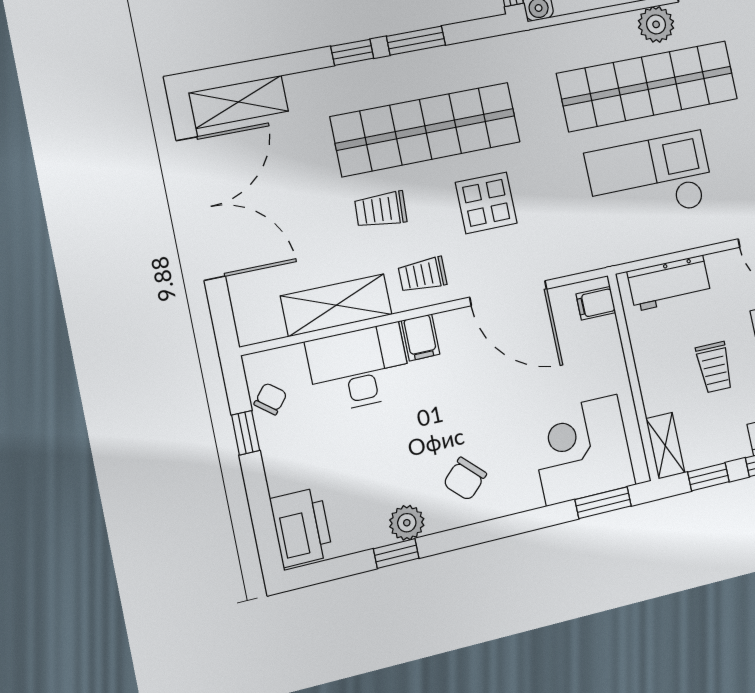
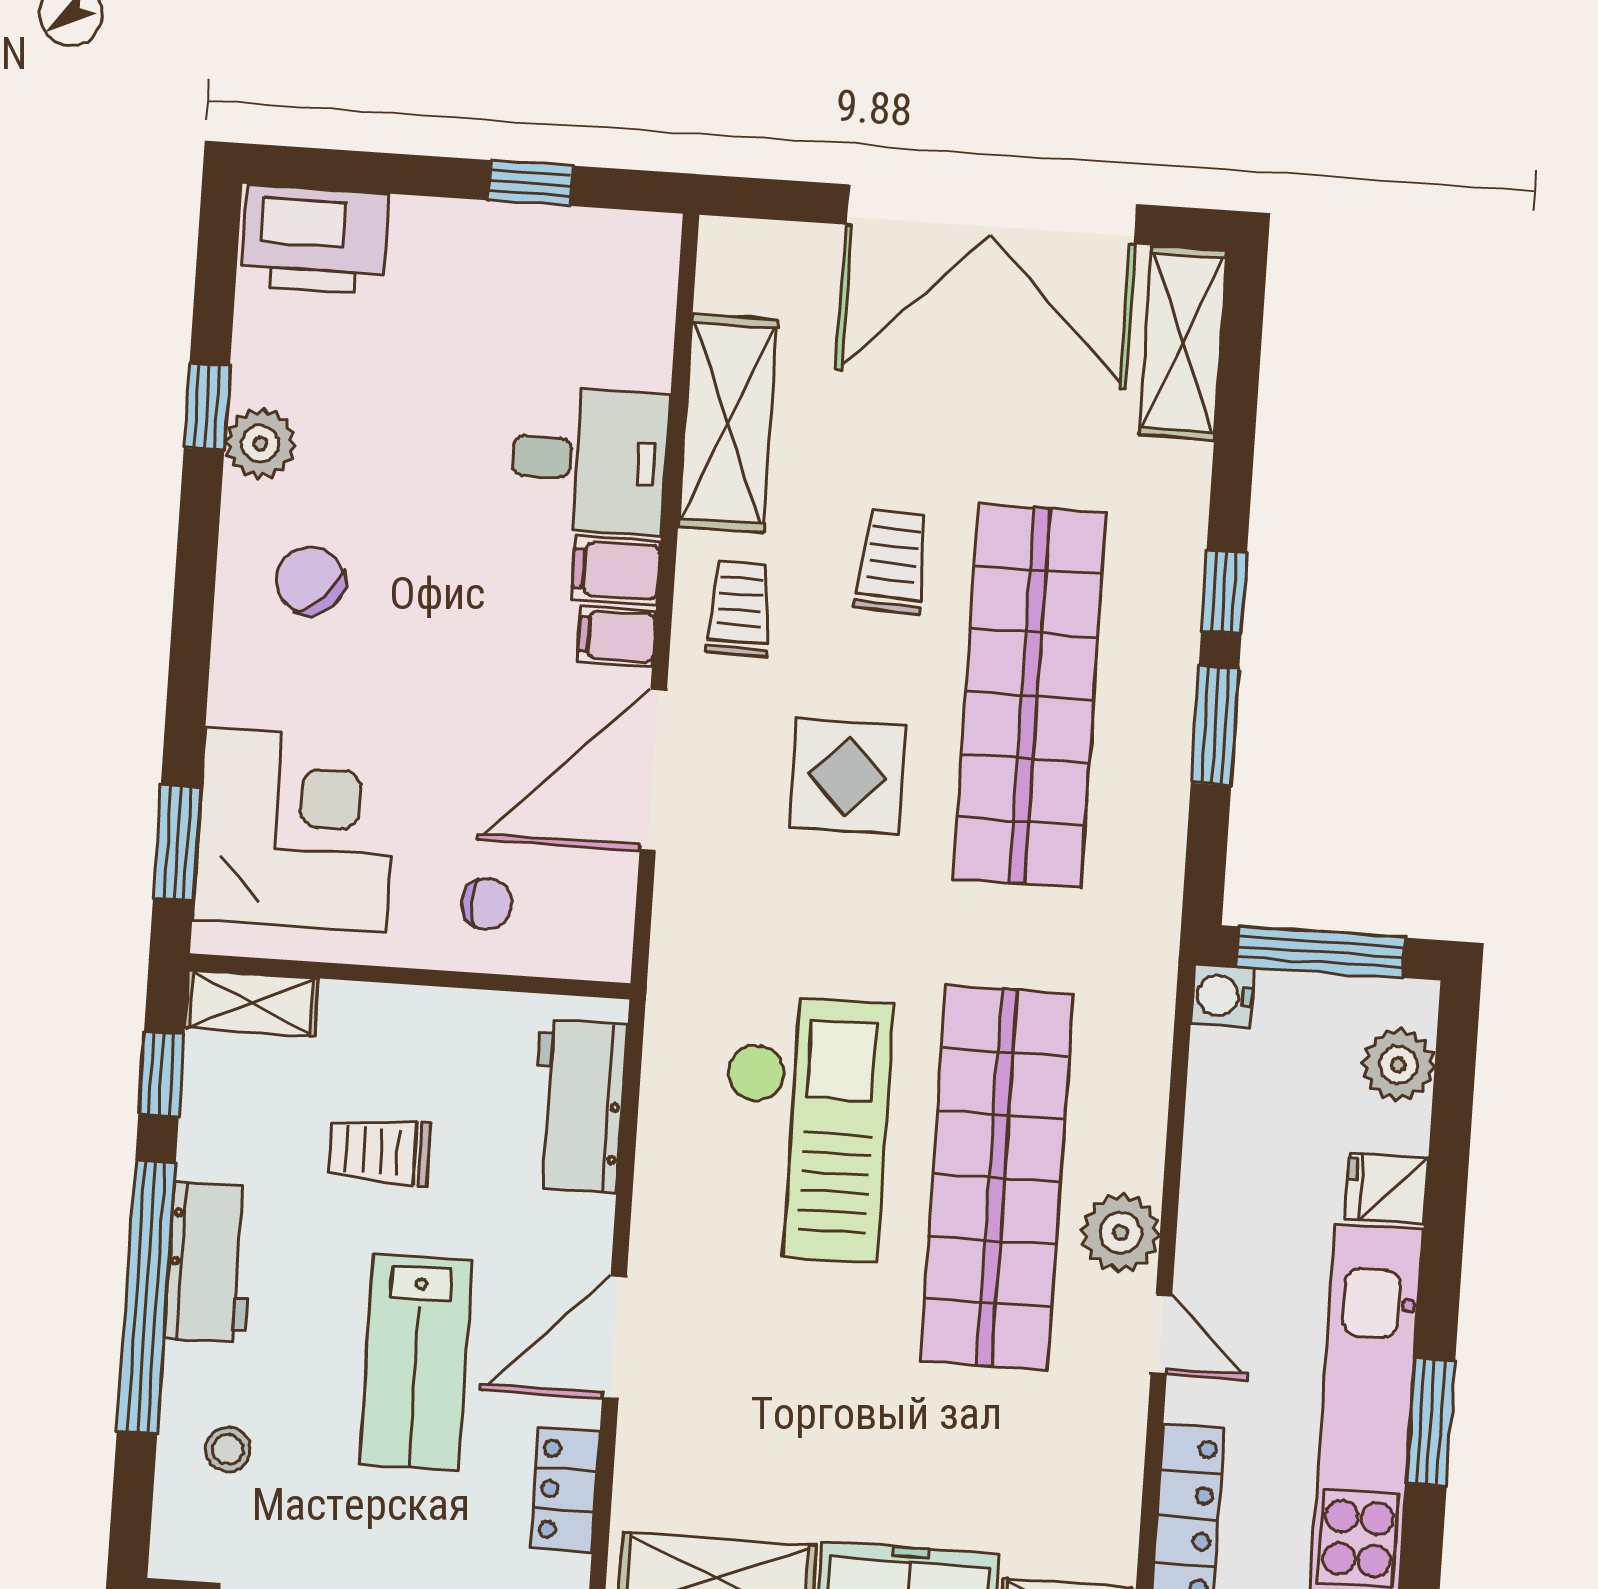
filing cabinet: (596, 303) -> (617, 636), moved, turned -90
desk: (359, 368) -> (589, 460), width x0.73
chair: (270, 399) -> (487, 904), moved, turned -39

